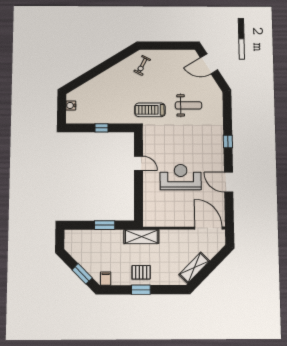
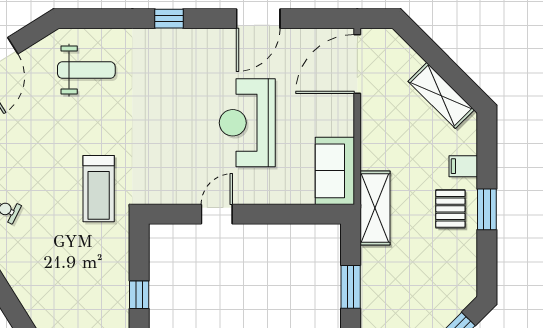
weight bench: (189, 105) -> (86, 70), moved, turned 90
sofa: (159, 218) -> (335, 171), added
filing cabinet: (106, 279) -> (463, 166), moved

